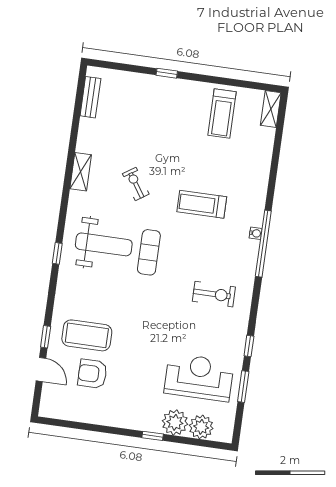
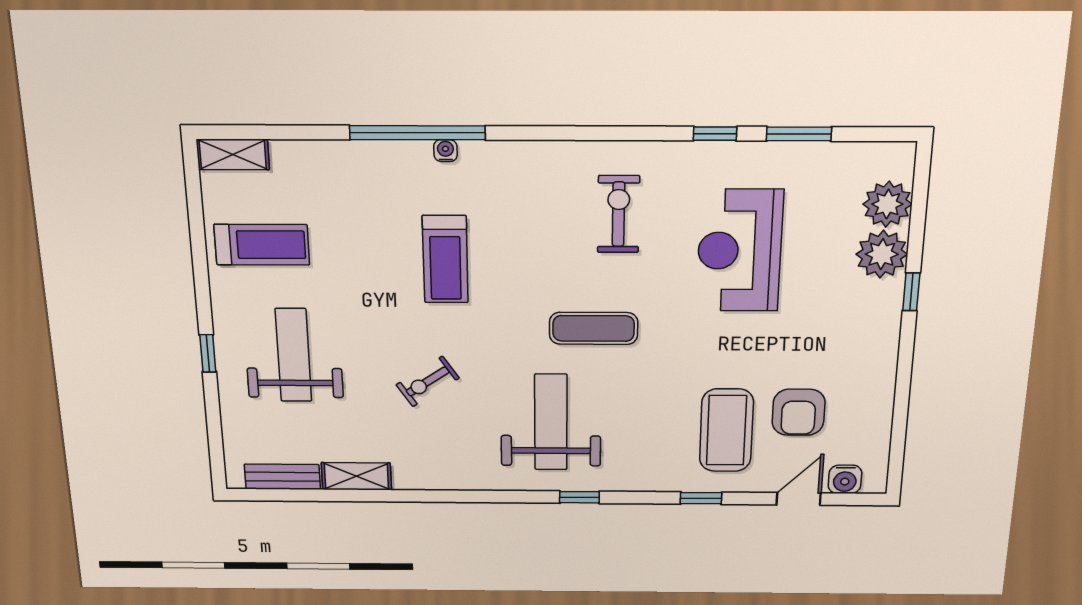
weight bench: (160, 117) -> (293, 355), added
shelving: (81, 172) -> (356, 476), moved
water cooler: (256, 233) -> (445, 151), moved
window: (263, 244) -> (417, 133), moved
exercise mat: (149, 252) -> (594, 328), moved
window: (46, 337) -> (701, 498), moved
reception desk: (199, 377) -> (740, 251), moved
water cooler: (50, 395) -> (845, 479), added

